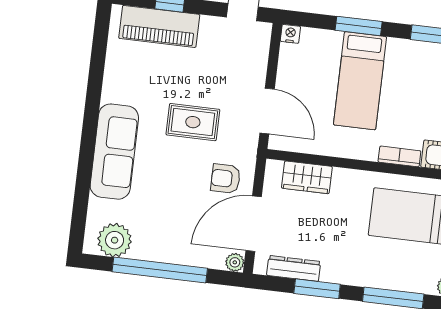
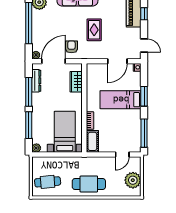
door: (267, 111) -> (117, 61), moved
door: (254, 224) -> (54, 61), hinge flipped
window: (317, 289) -> (29, 92), width x1.44

